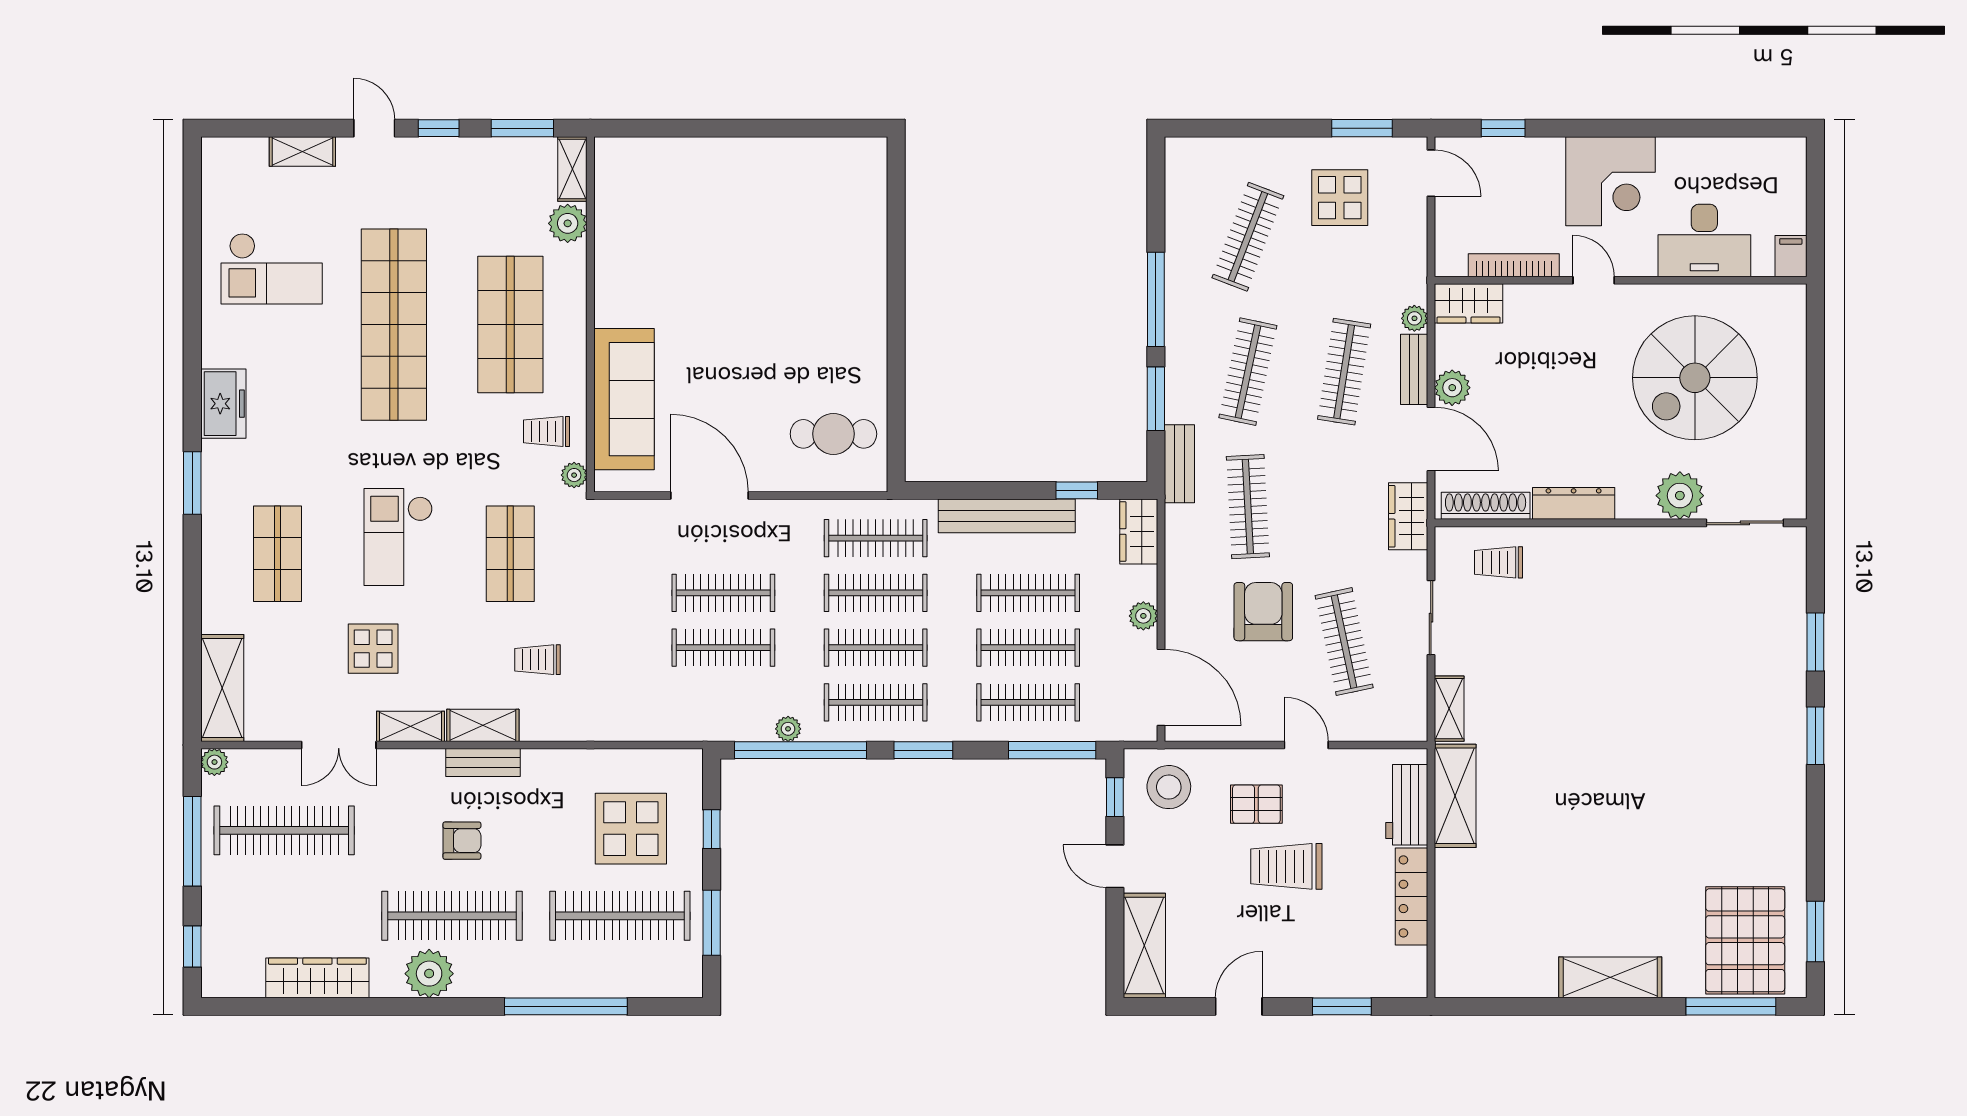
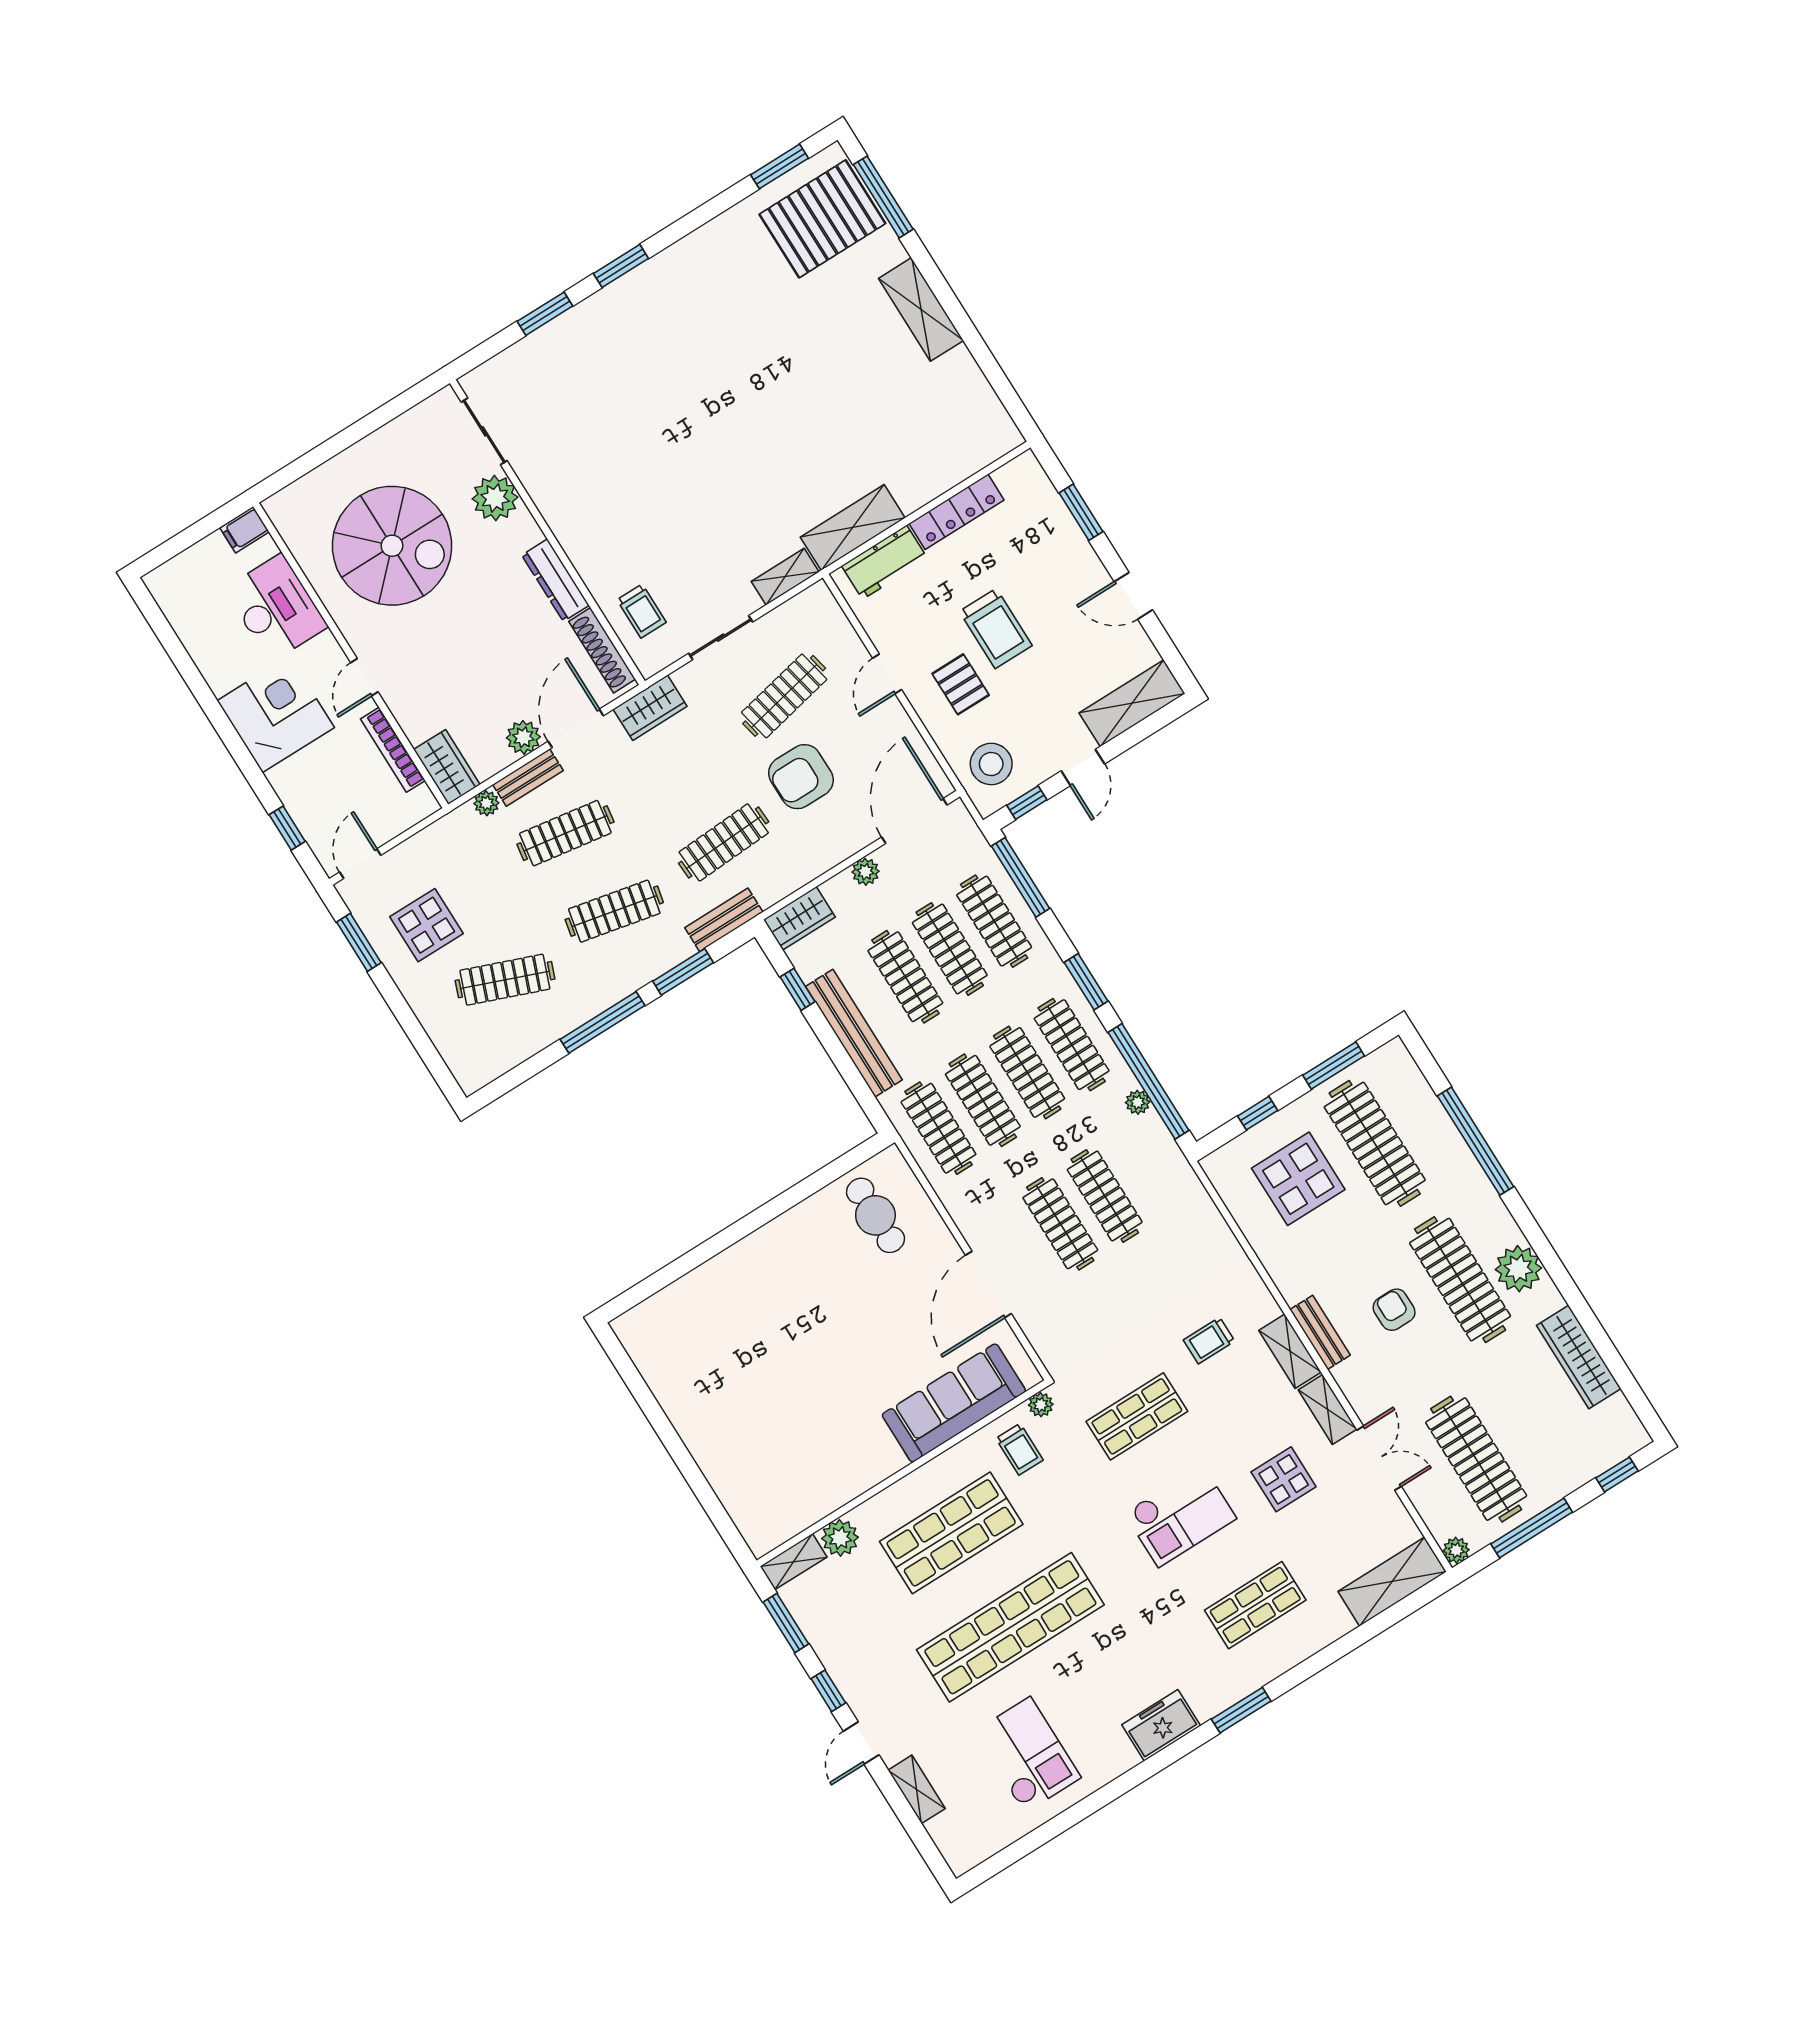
trolley: (537, 660) -> (1209, 1340), turned 90

